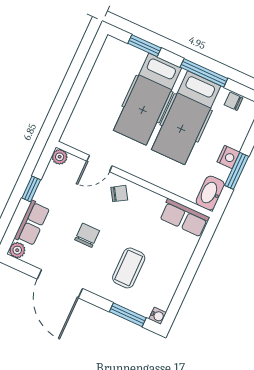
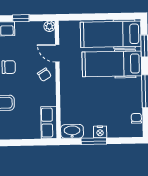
hospital bed: (186, 118) -> (111, 34), moved

